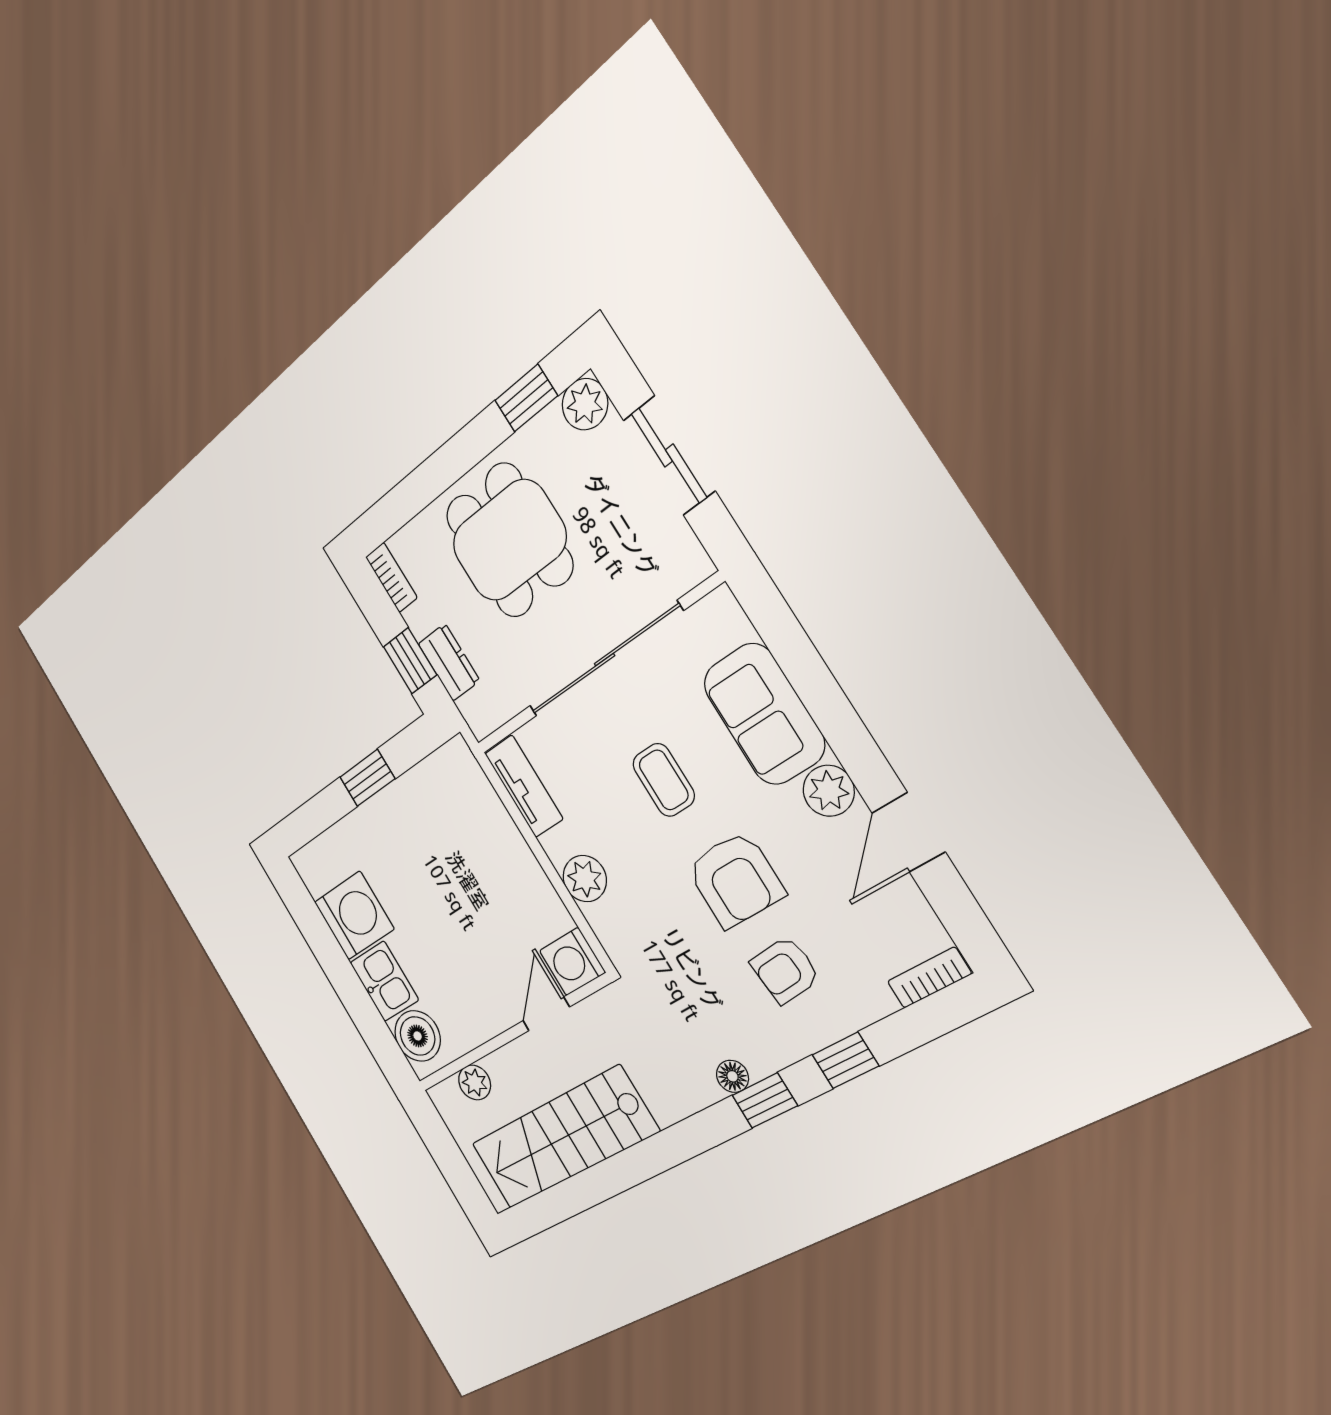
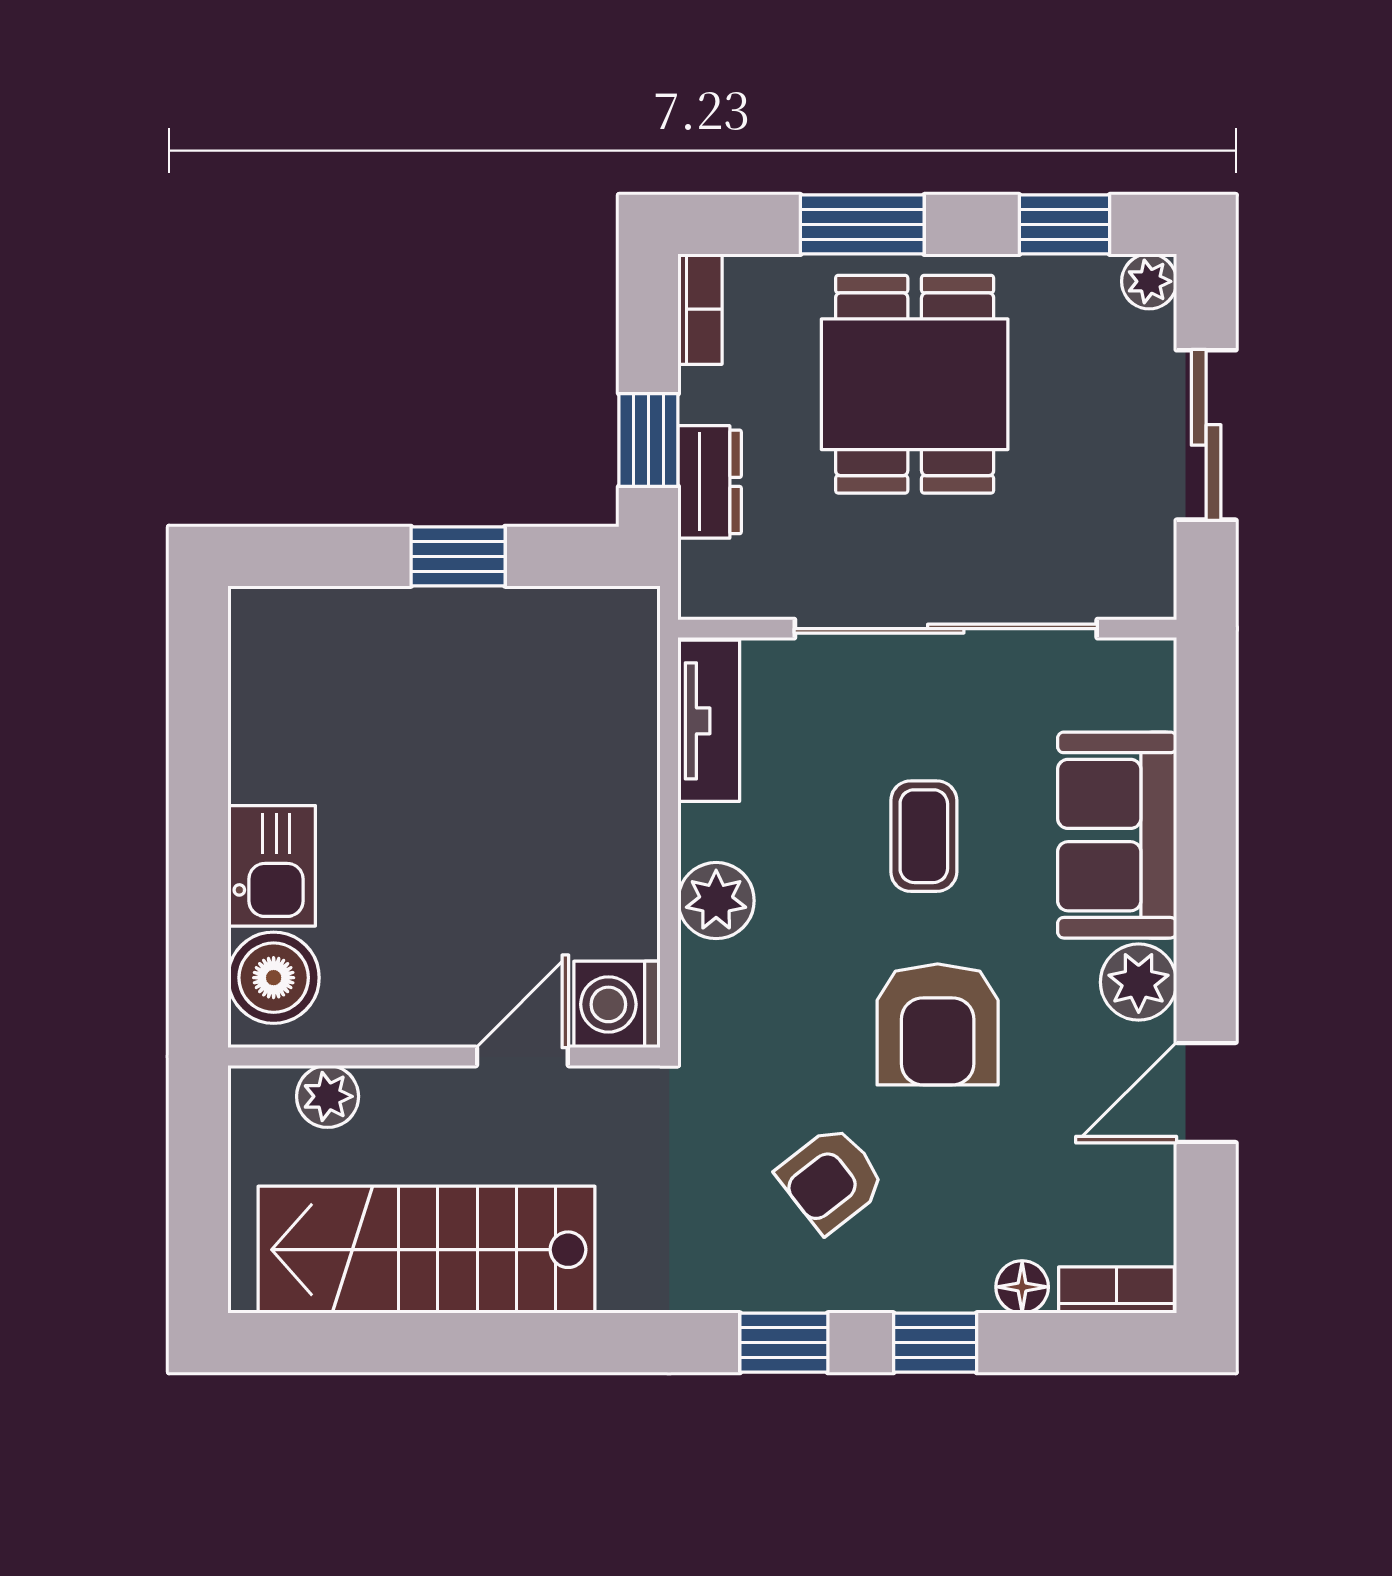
plant: (585, 404) -> (1149, 281), width x0.73, depth x0.73
window: (434, 476) -> (862, 224), added
washing machine: (354, 915) -> (288, 740), removed
armchair: (785, 970) -> (831, 1179), moved, turned -33
floor lamp: (732, 1076) -> (1022, 1287), moved

